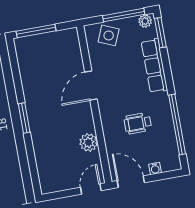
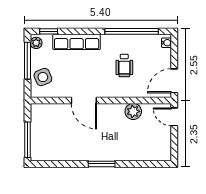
window: (160, 33) -> (49, 31), width x0.67
side table: (109, 35) -> (43, 77), turned 45
water cooler: (155, 168) -> (167, 43), moved

